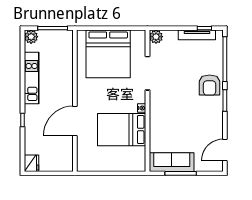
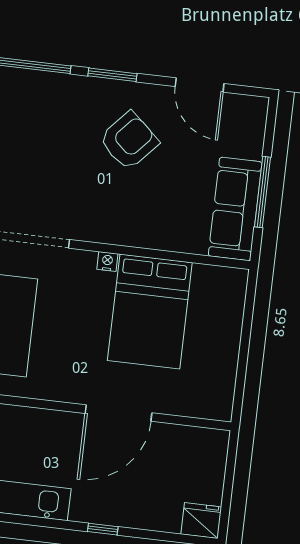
armchair: (210, 85) -> (129, 141), moved, turned -48
door: (75, 121) -> (119, 413), hinge flipped
door: (225, 150) -> (200, 85), moved

